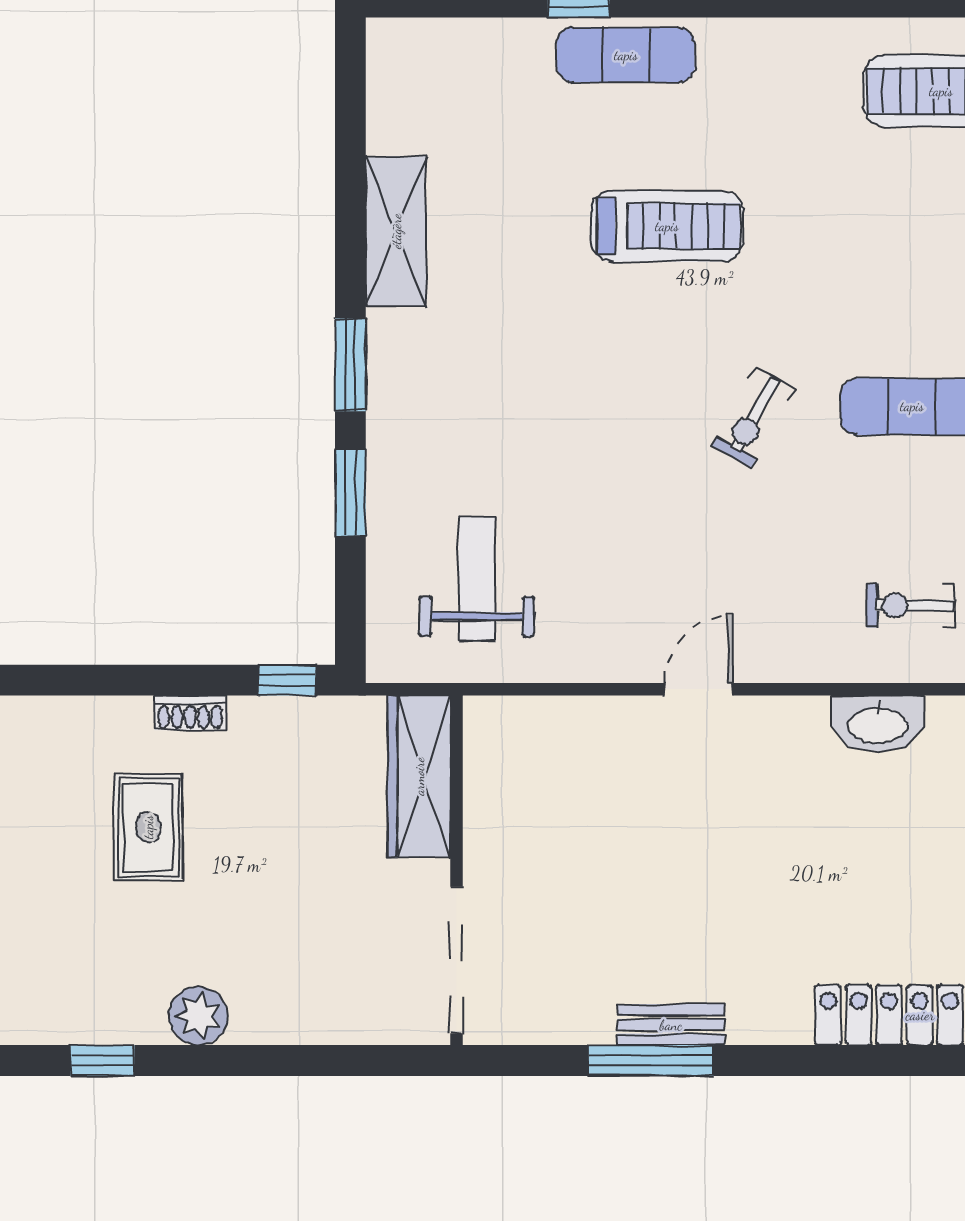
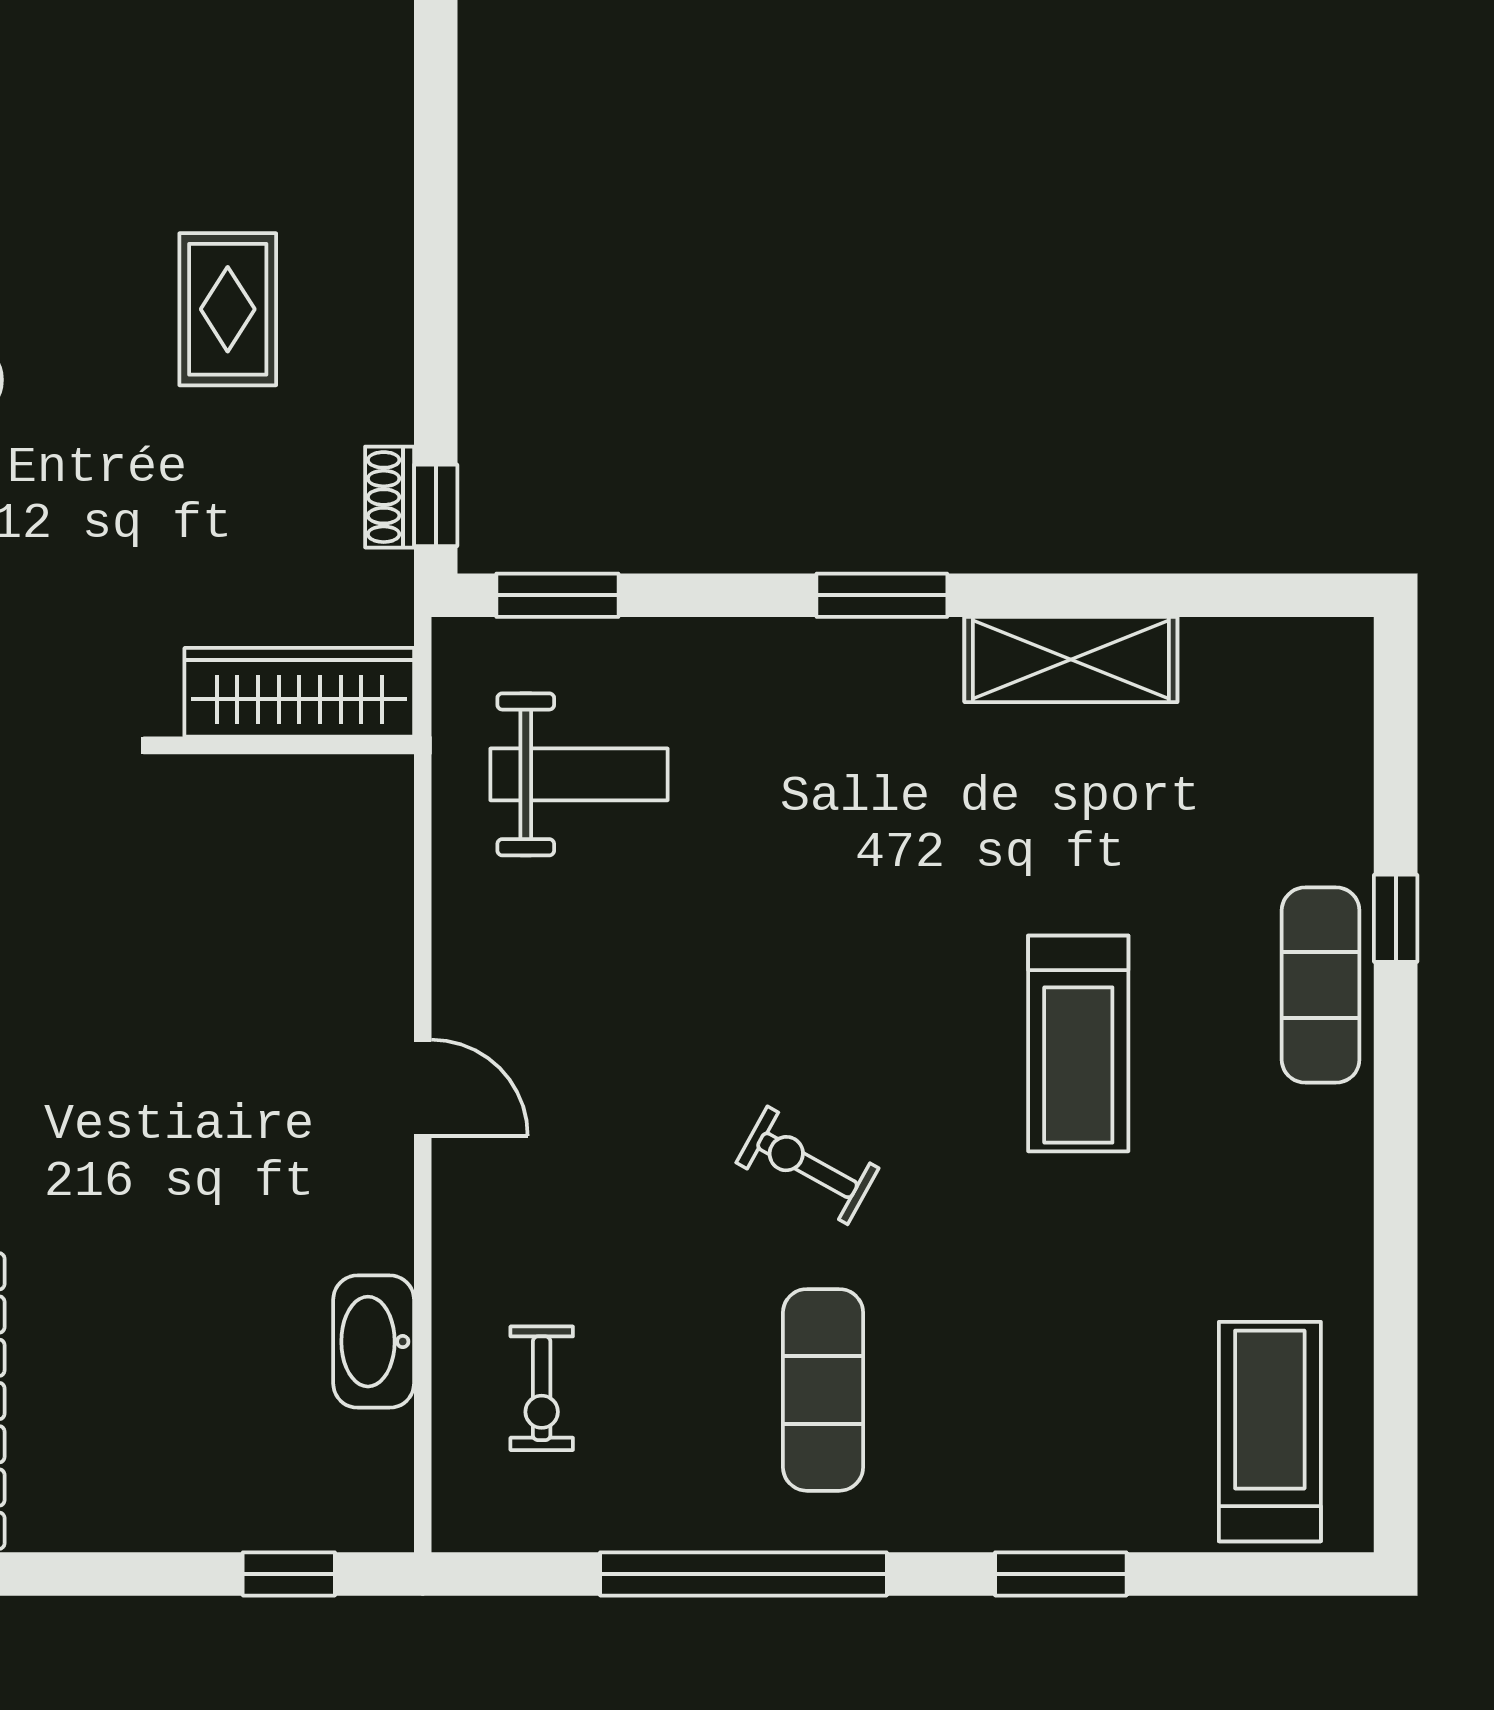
window: (350, 493) -> (557, 595), moved
exercise bike: (911, 605) -> (542, 1388), turned 180
shoe rack: (190, 713) -> (390, 497), moved
rug: (148, 827) -> (228, 309), turned 90

